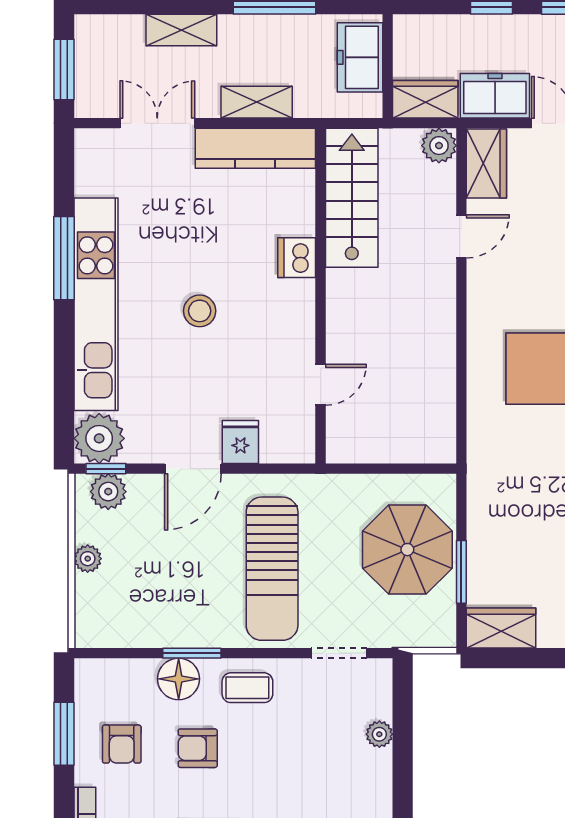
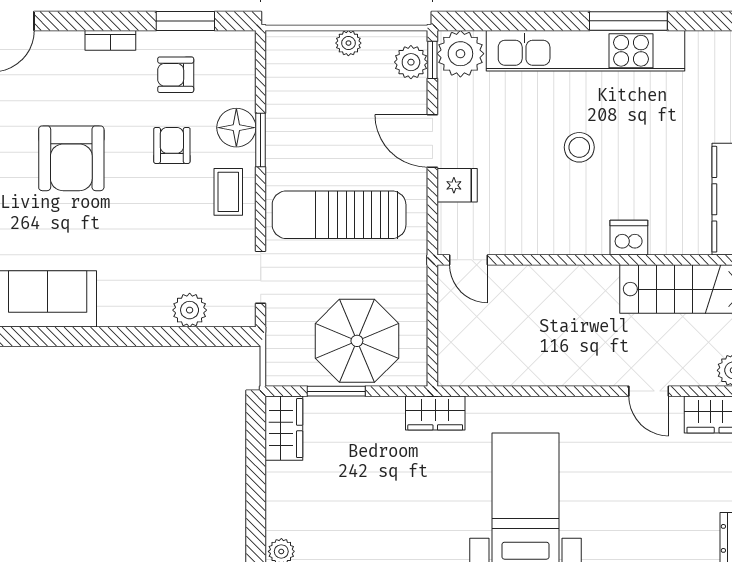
door: (321, 385) -> (469, 260), moved
wardrobe: (485, 466) -> (435, 413), added
plant: (379, 734) -> (190, 310), width x1.38, depth x1.38

